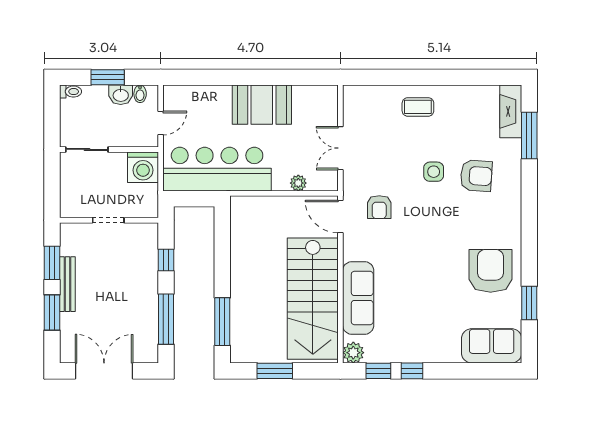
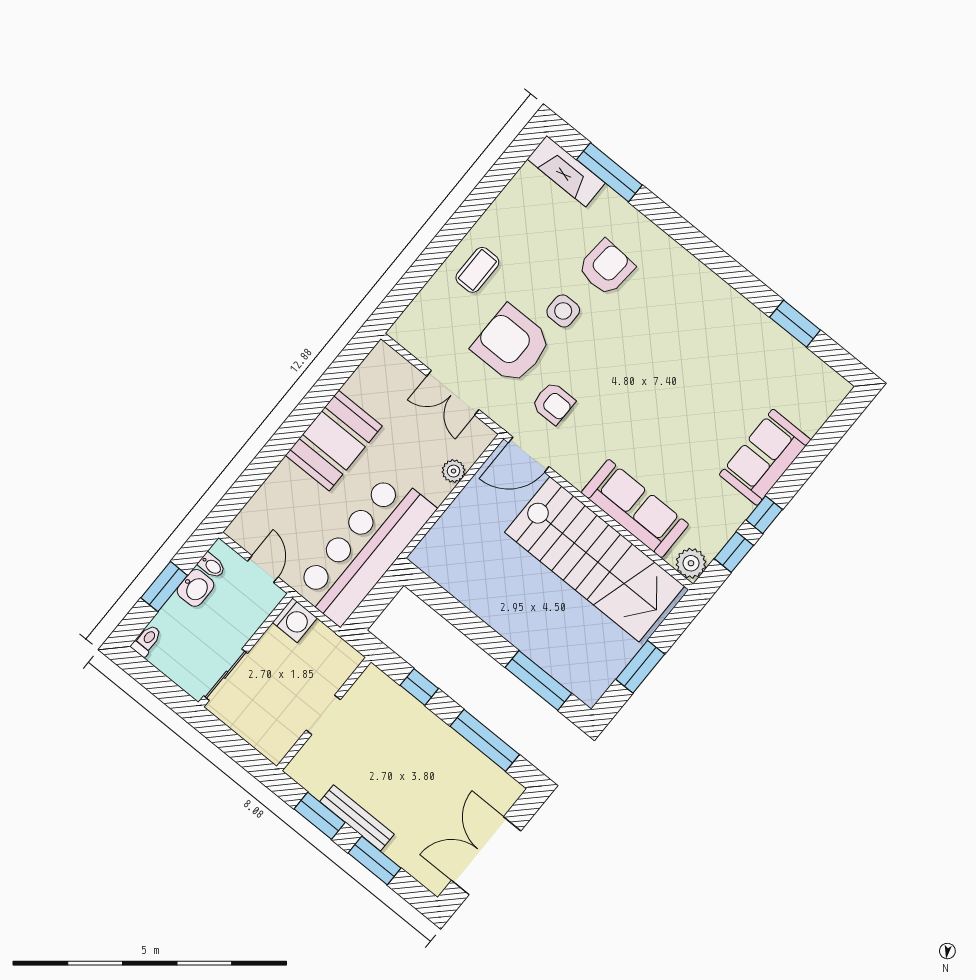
washing machine: (143, 167) -> (295, 620), width x0.73, depth x0.73
armchair: (491, 271) -> (512, 344), moved
sofa: (492, 346) -> (765, 457), moved

